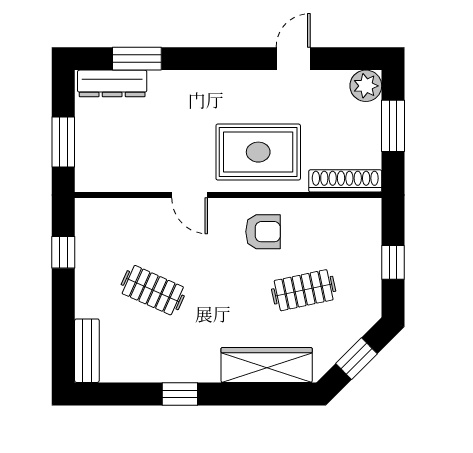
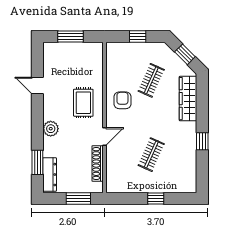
plant: (366, 86) -> (51, 129), moved
rug: (258, 152) -> (83, 103), width x0.73, depth x0.70
shoe rack: (345, 181) -> (98, 164), moved
window: (63, 252) -> (156, 199), moved
clothes rail: (304, 290) -> (151, 80), turned 36
bench: (87, 351) -> (181, 187), removed

